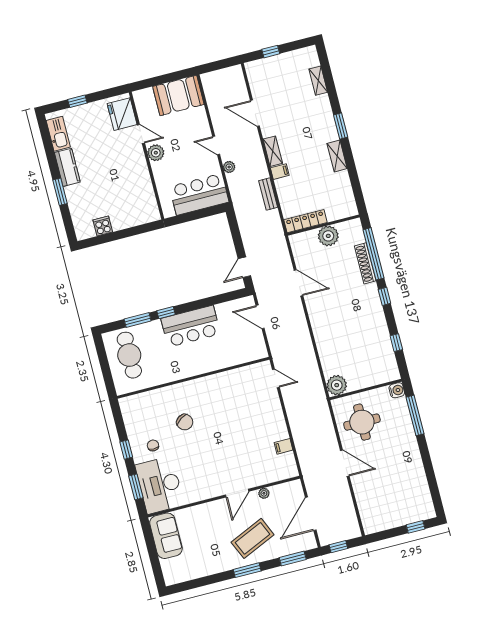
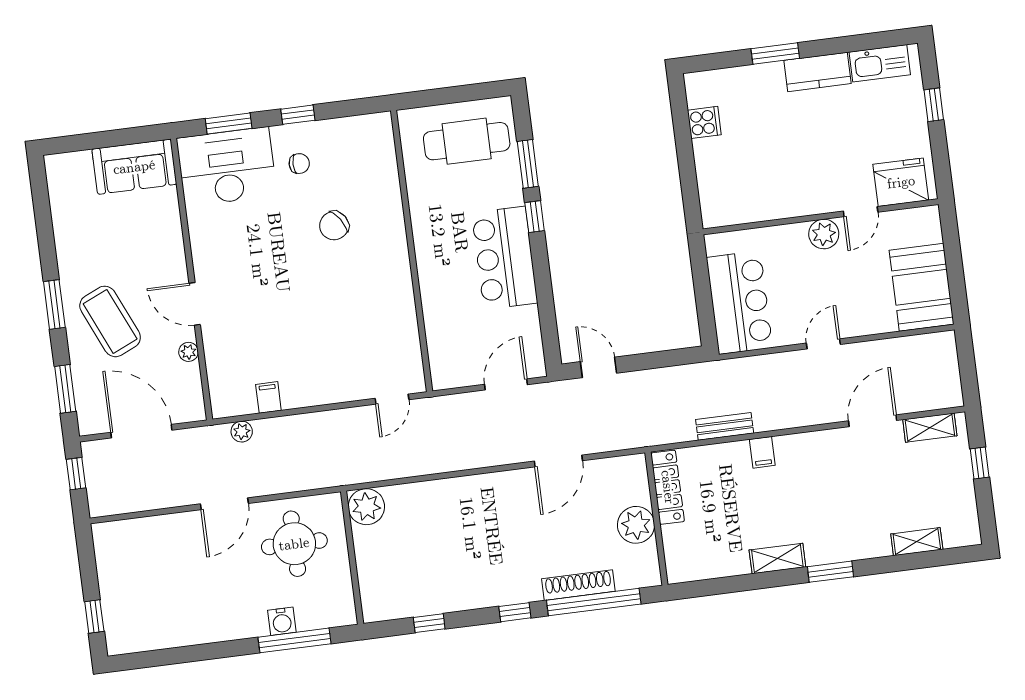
shelving: (273, 151) -> (930, 428), moved
plant: (229, 167) -> (242, 432), moved
water cooler: (397, 390) -> (282, 621), moved

